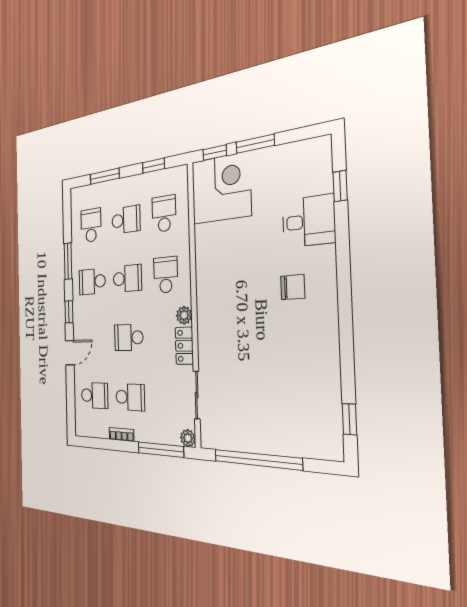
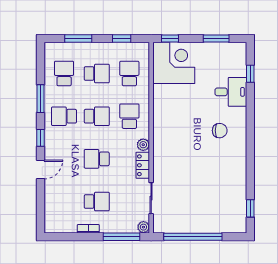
window: (255, 144) -> (216, 38), moved
school desk: (95, 395) -> (64, 202), removed

